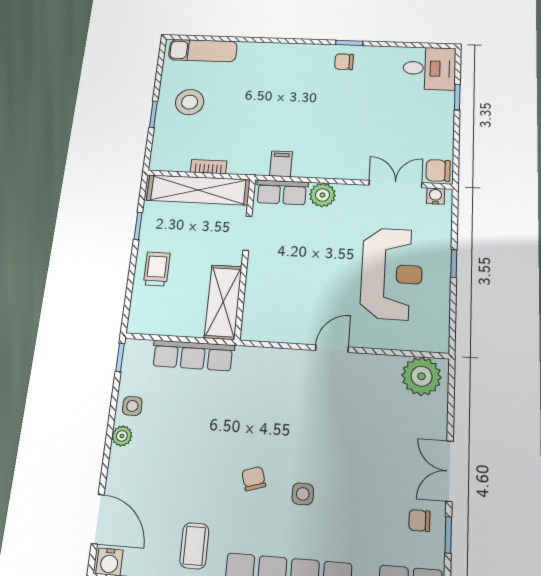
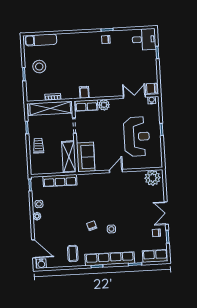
sofa: (263, 307) -> (86, 157), added

